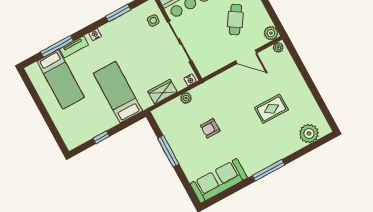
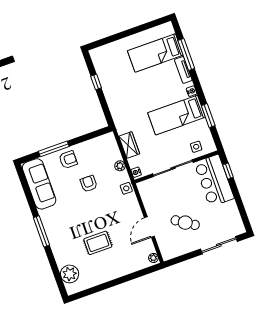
plant: (271, 33) -> (168, 253), removed
side table: (209, 88) -> (126, 188), added
bed: (118, 92) -> (177, 115), moved, turned 180
rug: (271, 109) -> (98, 243), turned 90
window: (168, 151) -> (54, 149), moved
armchair: (188, 154) -> (68, 160), added

